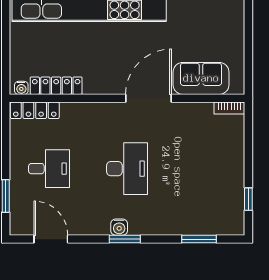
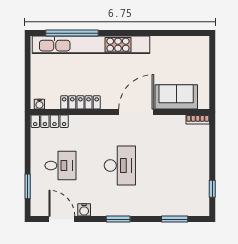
locker: (56, 86) -> (80, 102), moved
water cooler: (119, 227) -> (84, 210), moved

